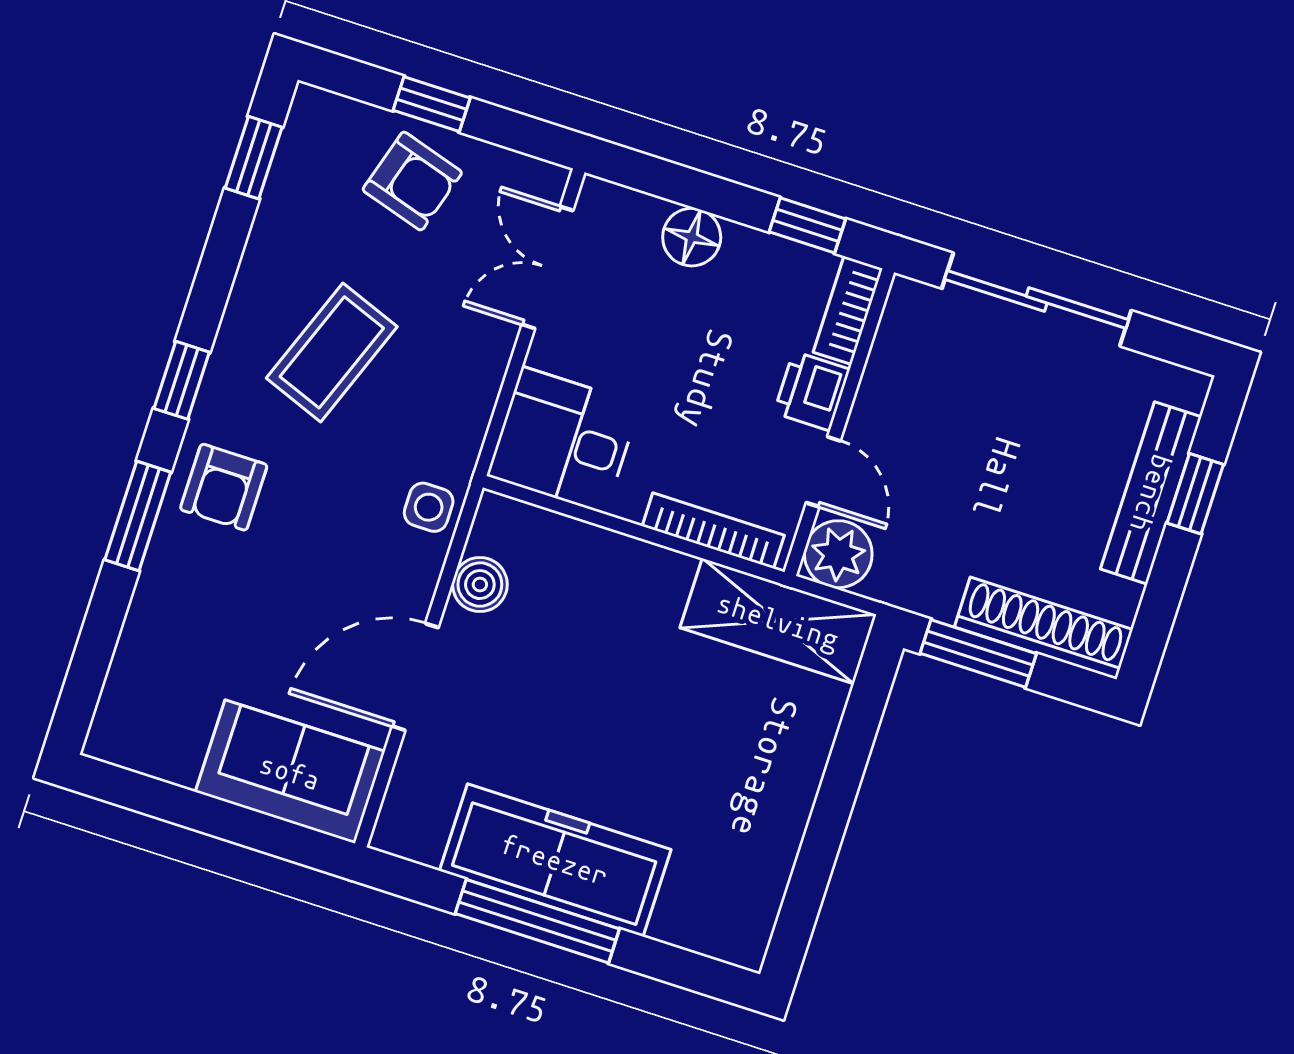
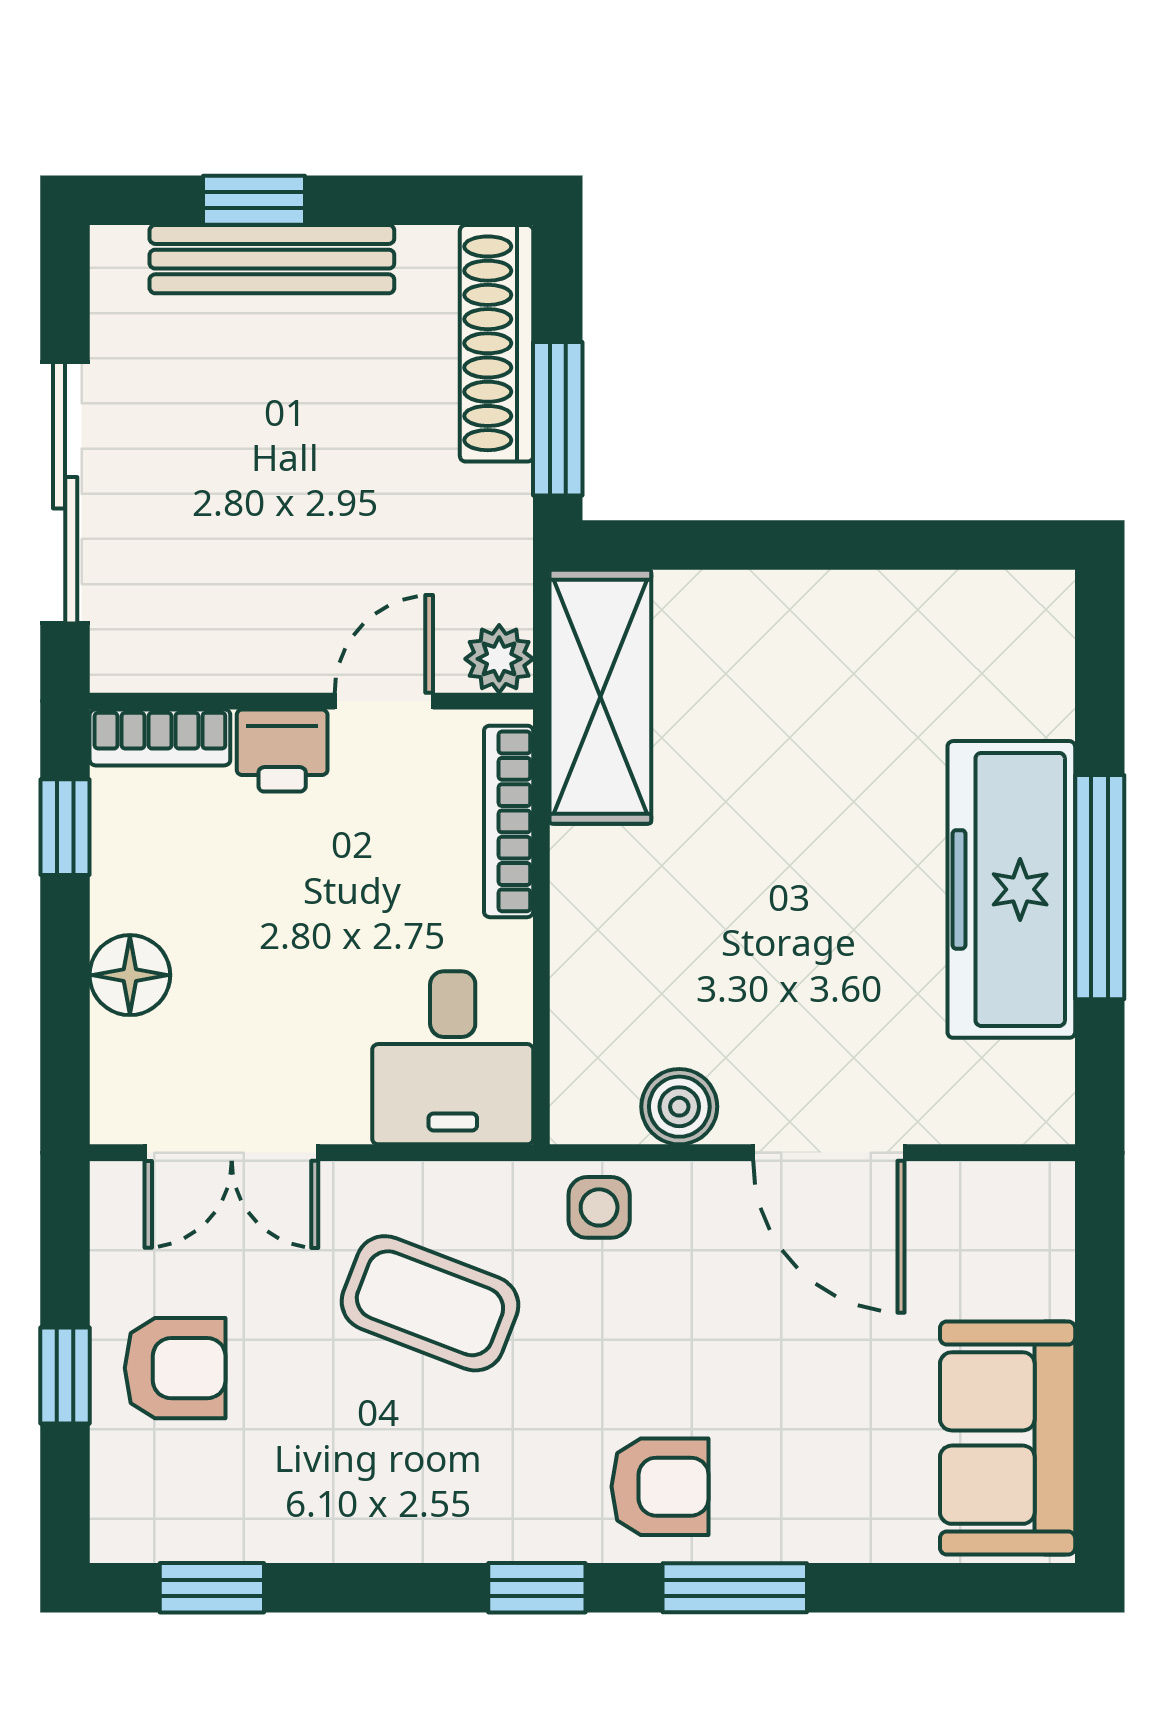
armchair: (412, 181) -> (175, 1368), turned 73
coffee table: (332, 352) -> (430, 1303), moved
plant: (838, 554) -> (499, 659), width x0.73, depth x0.73
sofa: (290, 772) -> (1008, 1438), moved

